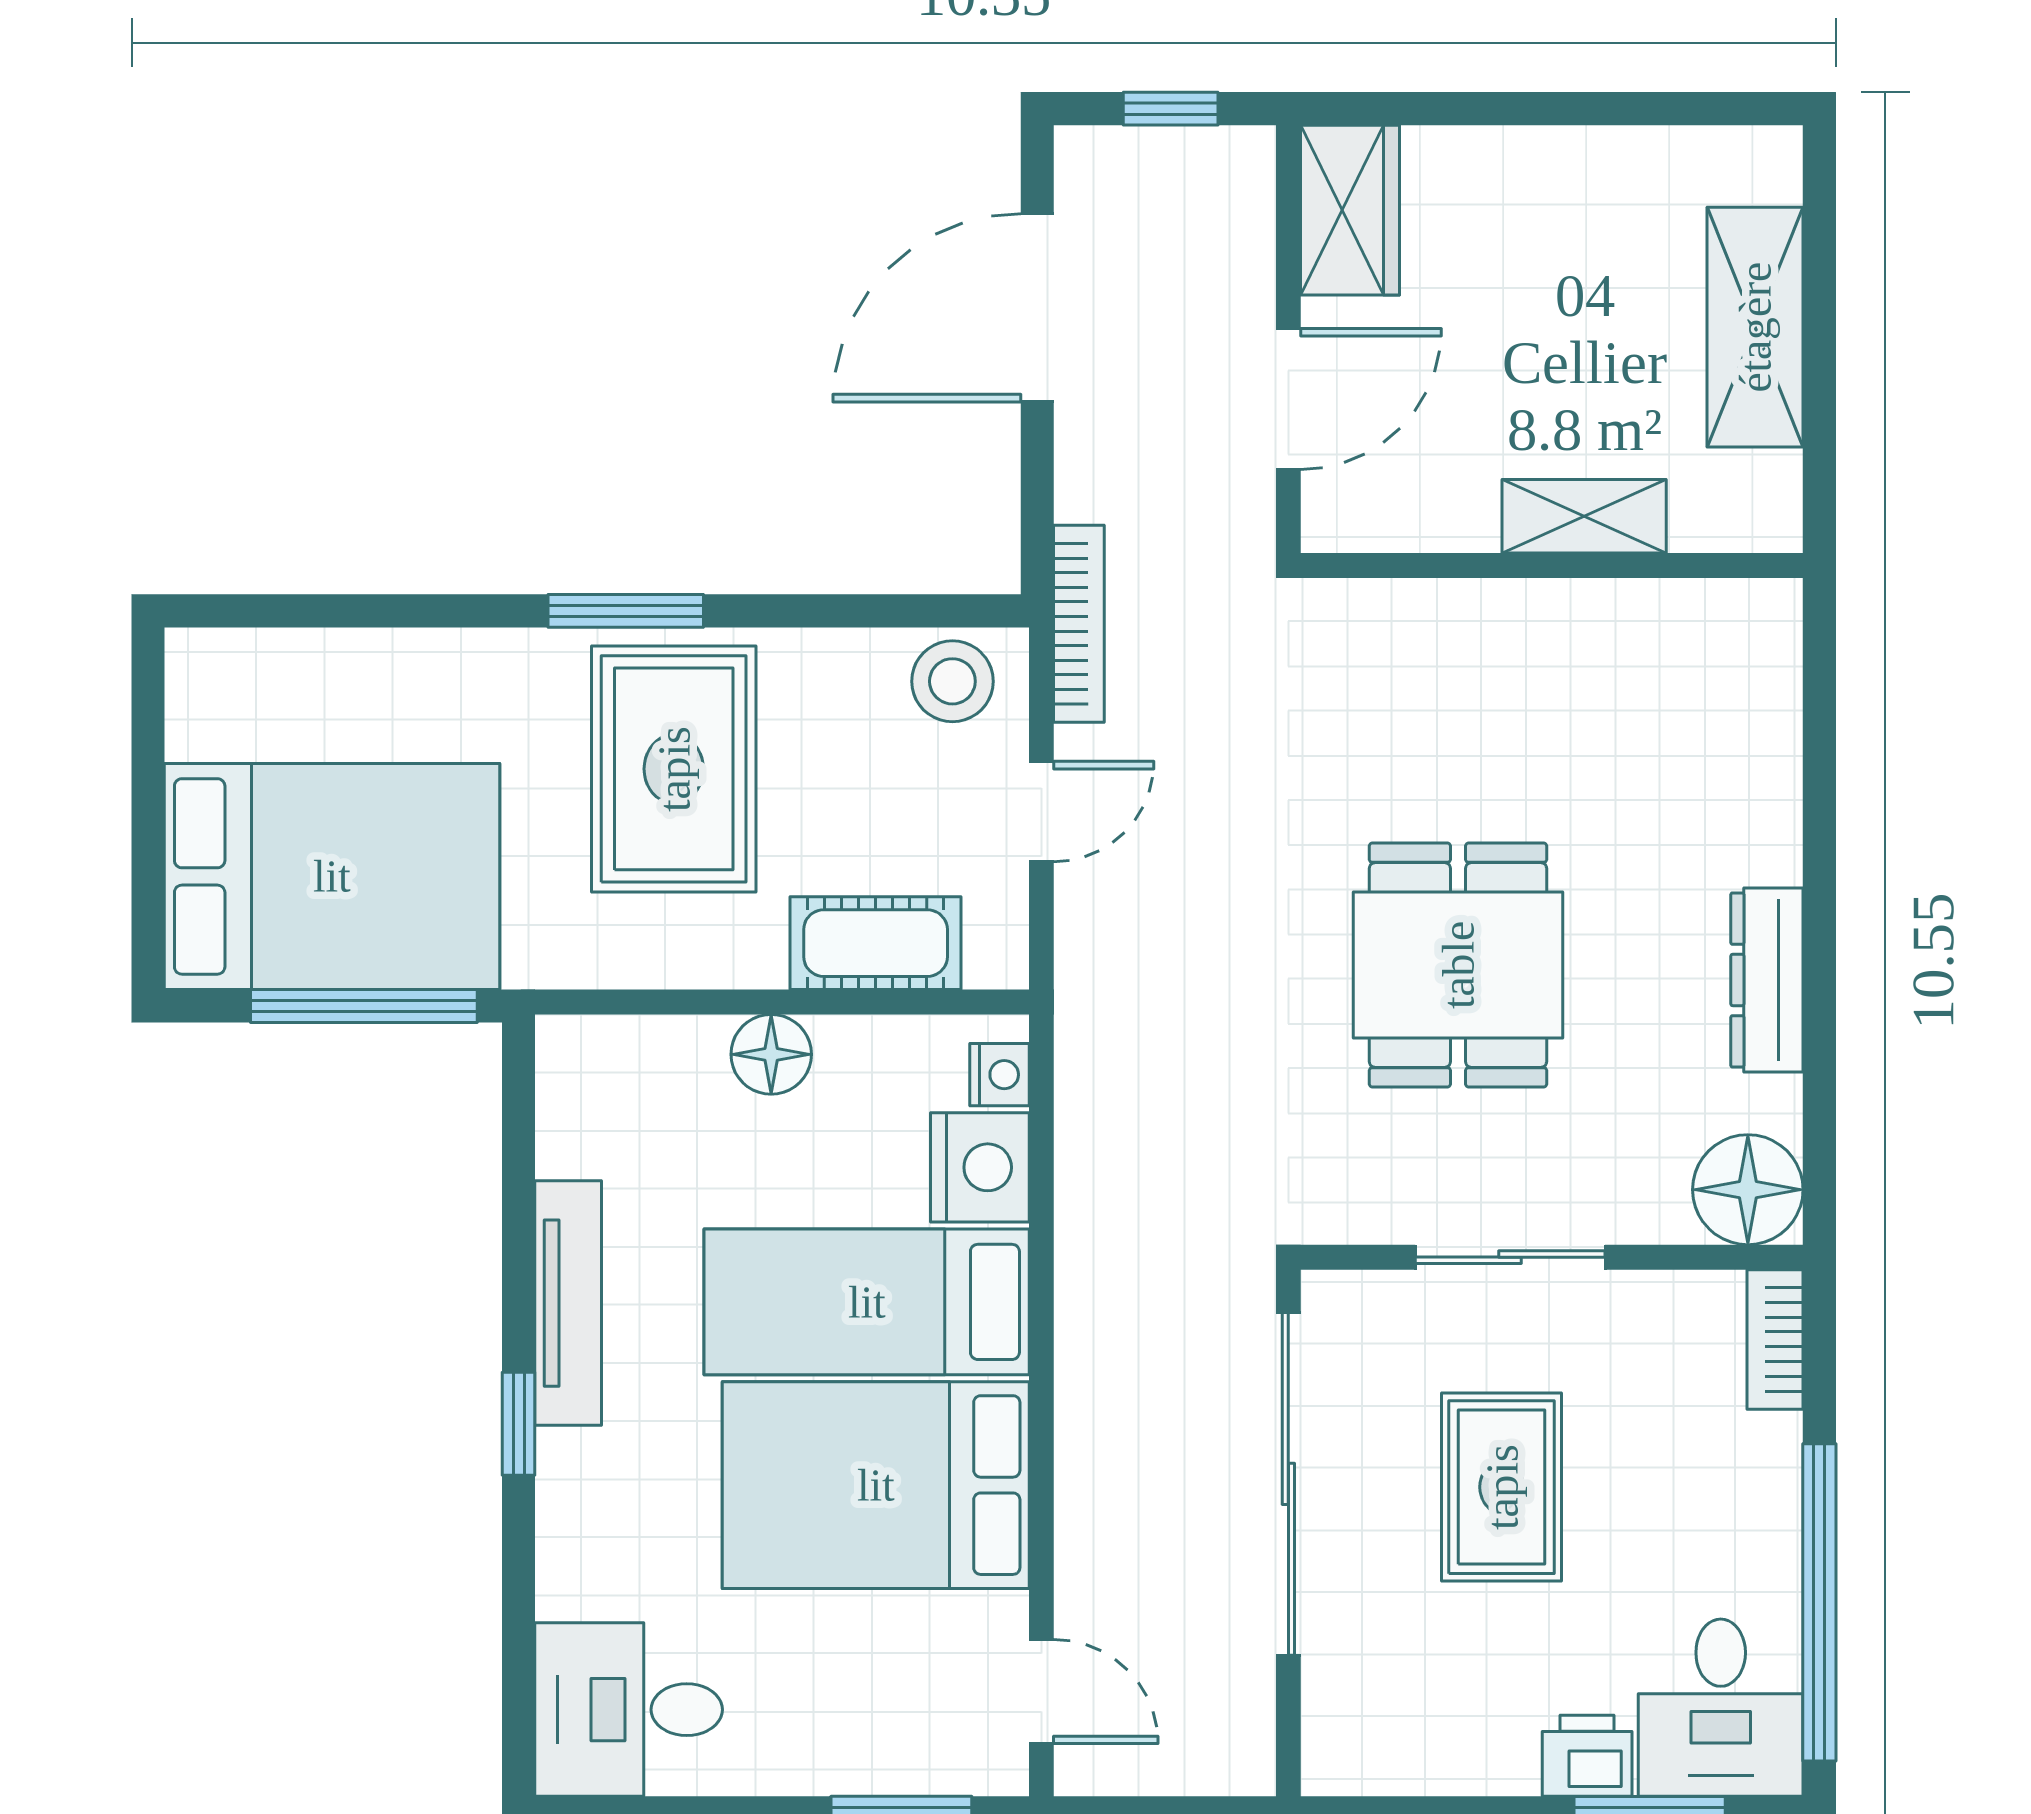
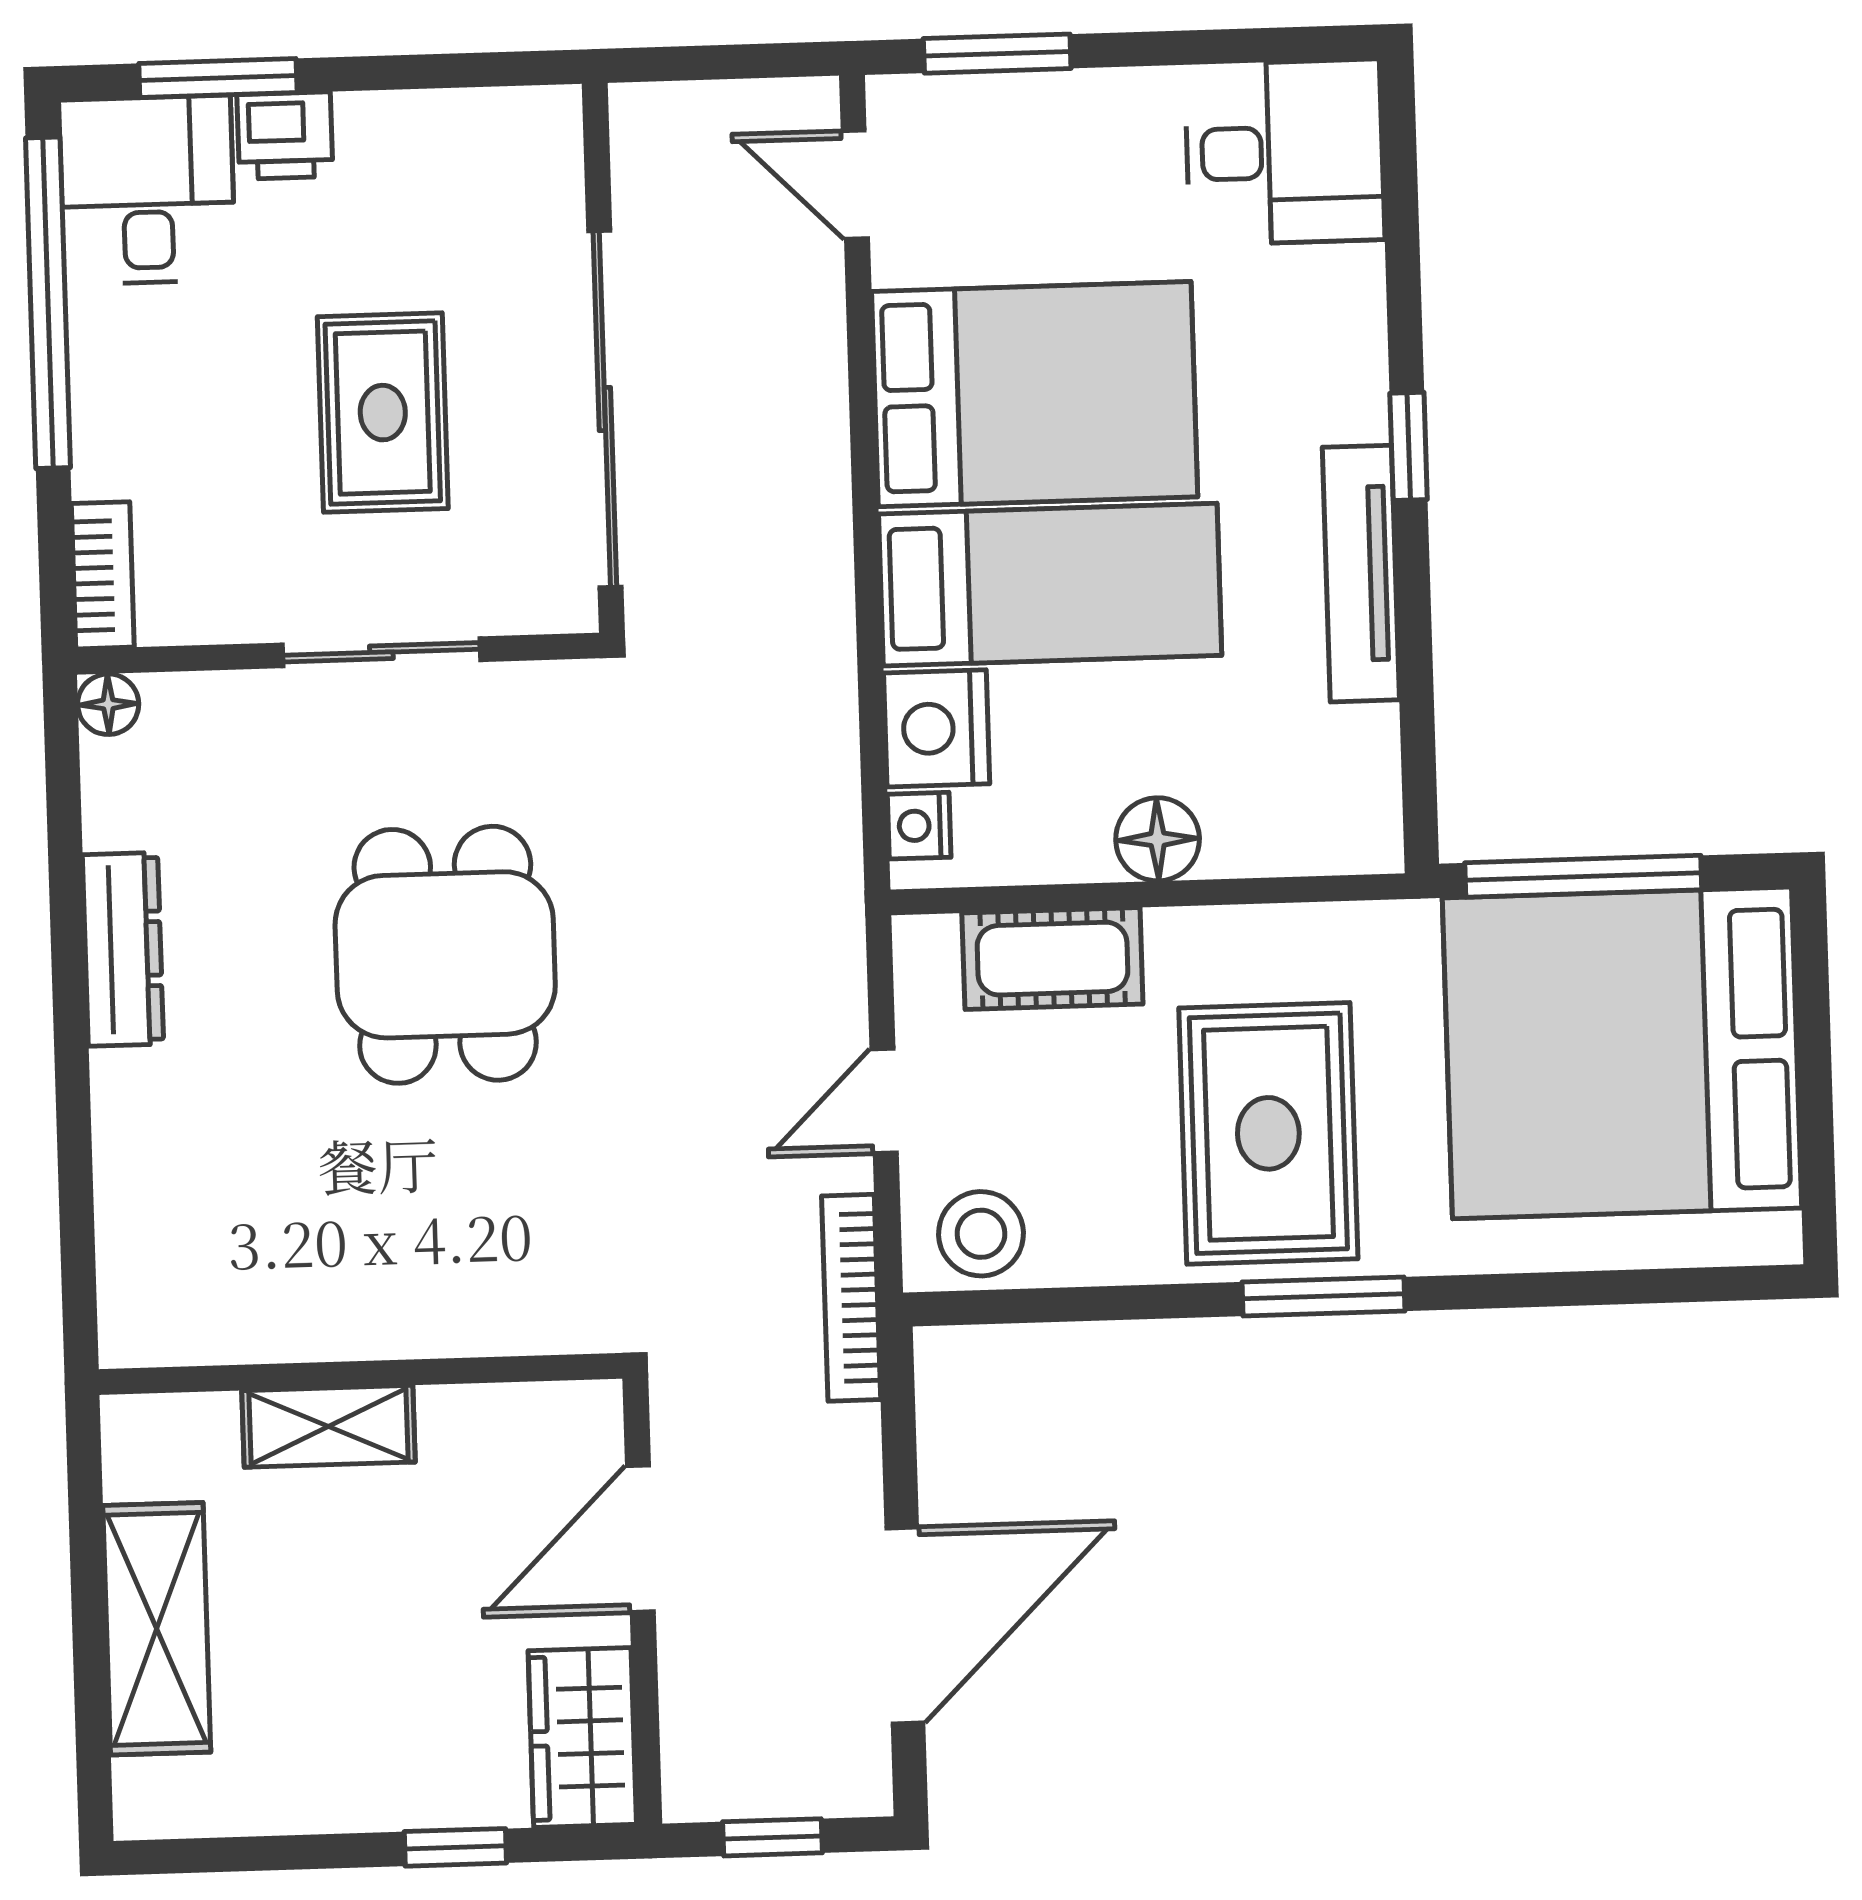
window: (1475, 109) -> (455, 1847), added
bed: (332, 876) -> (1622, 1053), width x1.36
floor lamp: (1748, 1190) -> (108, 704), width x0.53, depth x0.53

